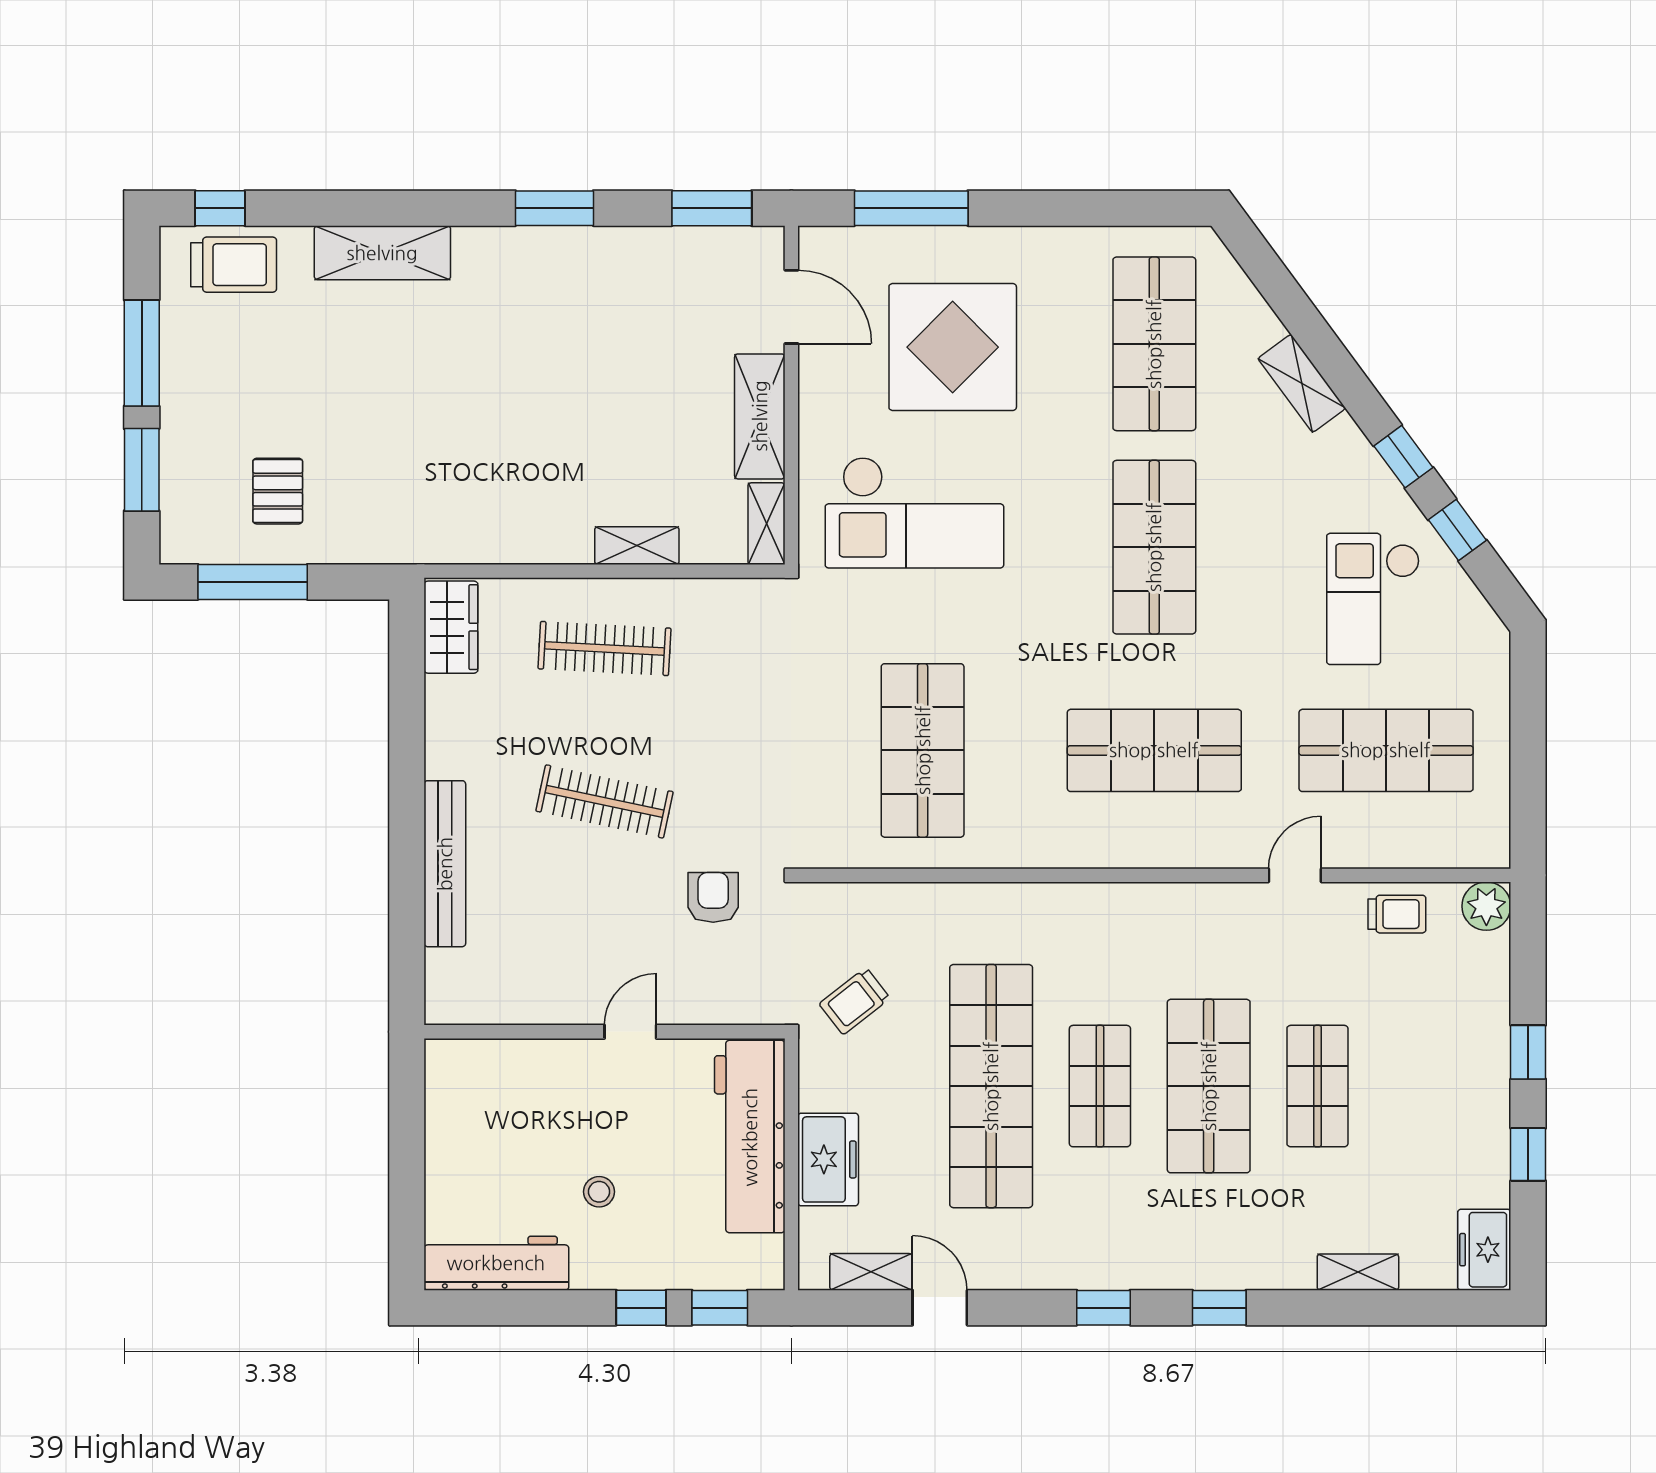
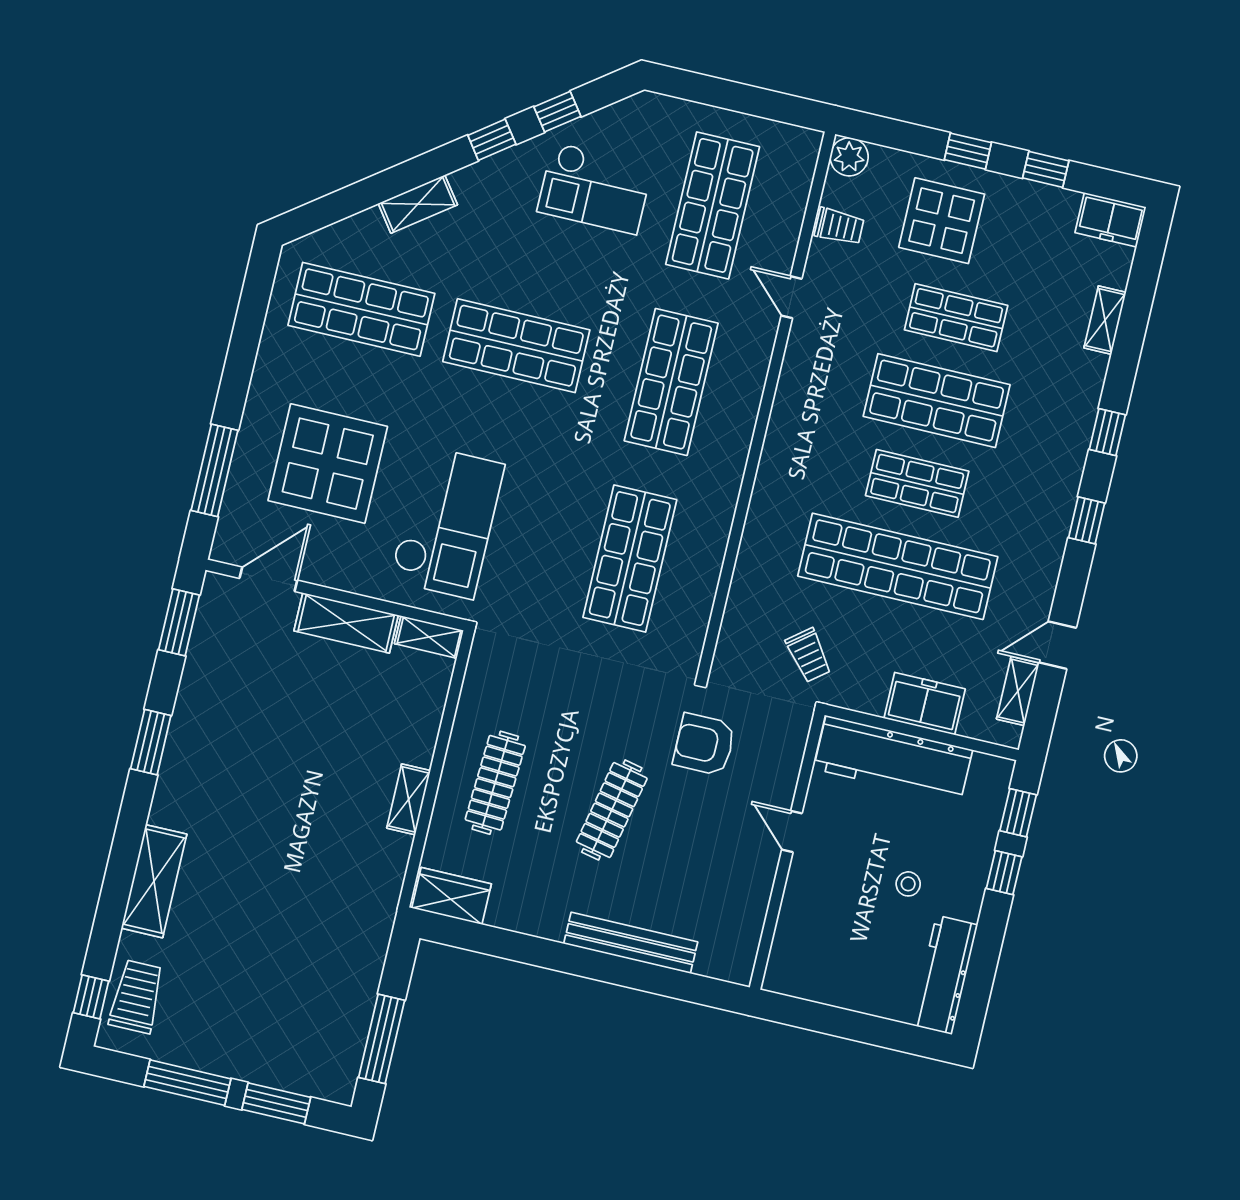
pallet: (278, 491) -> (317, 1004), removed
shelving: (637, 546) -> (409, 799), moved
shop shelf: (923, 750) -> (630, 559), turned 90
armchair: (713, 897) -> (704, 744), width x1.38, depth x1.38
trolley: (1397, 914) -> (839, 226), turned 90
display table: (1434, 1040) -> (942, 221), added

